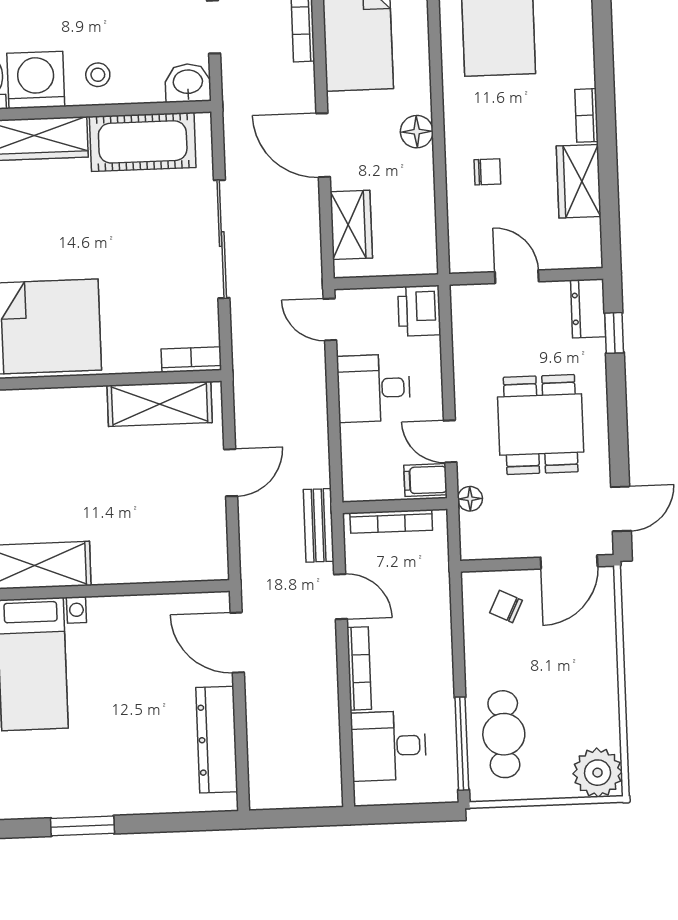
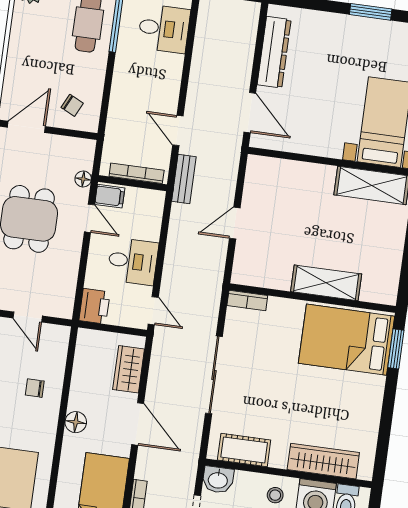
cot: (143, 142) -> (244, 450), width x0.73, depth x0.75
shelving: (160, 404) -> (326, 283), moved
bookcase: (359, 668) -> (174, 82), removed

